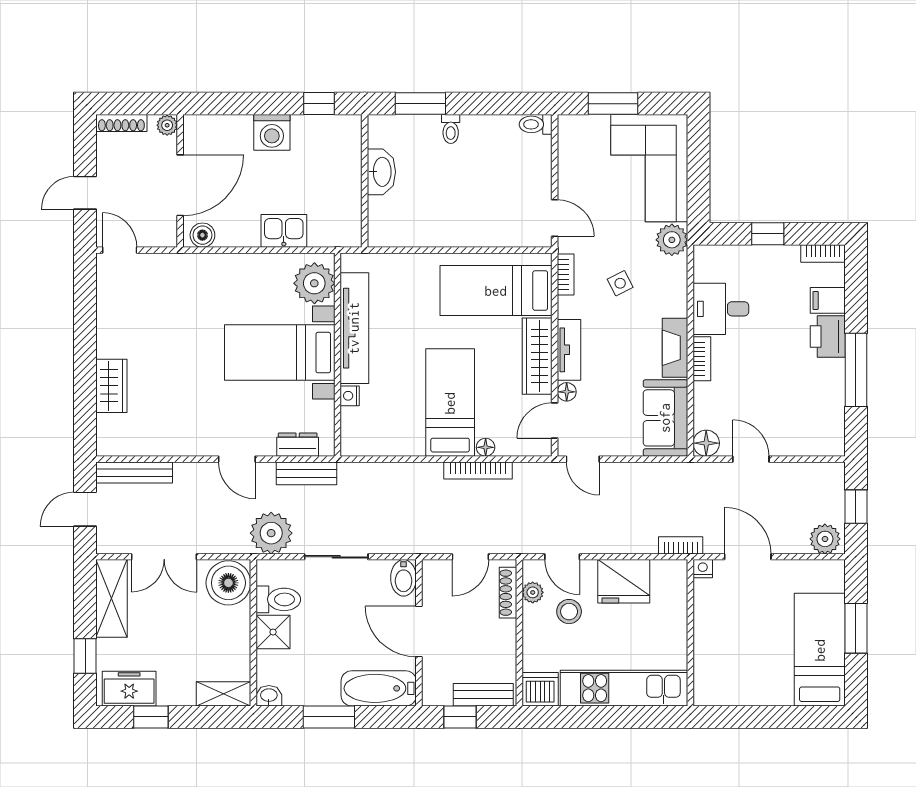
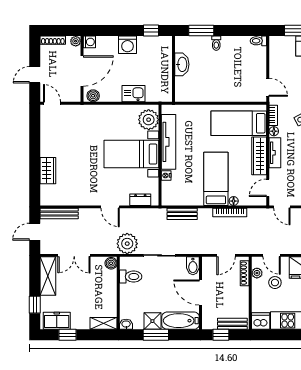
washing machine: (195, 127) -> (89, 42), added
floor lamp: (567, 392) -> (274, 131), moved
bench: (307, 473) -> (182, 214), moved
boiler: (228, 583) -> (111, 263), width x0.54, depth x0.54
shower: (273, 632) -> (152, 321), moved

